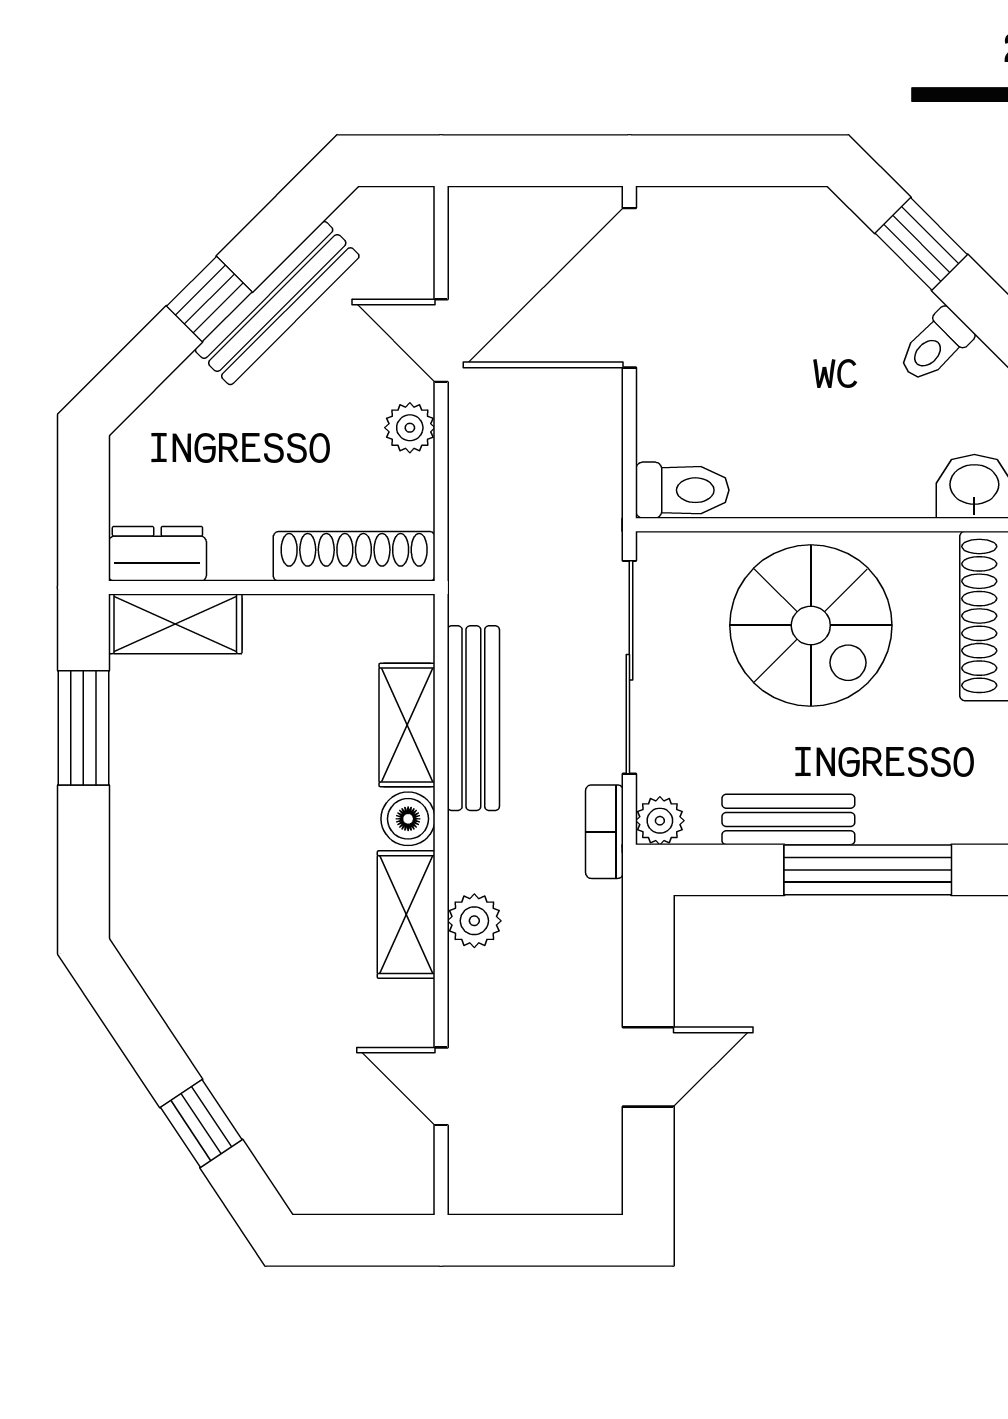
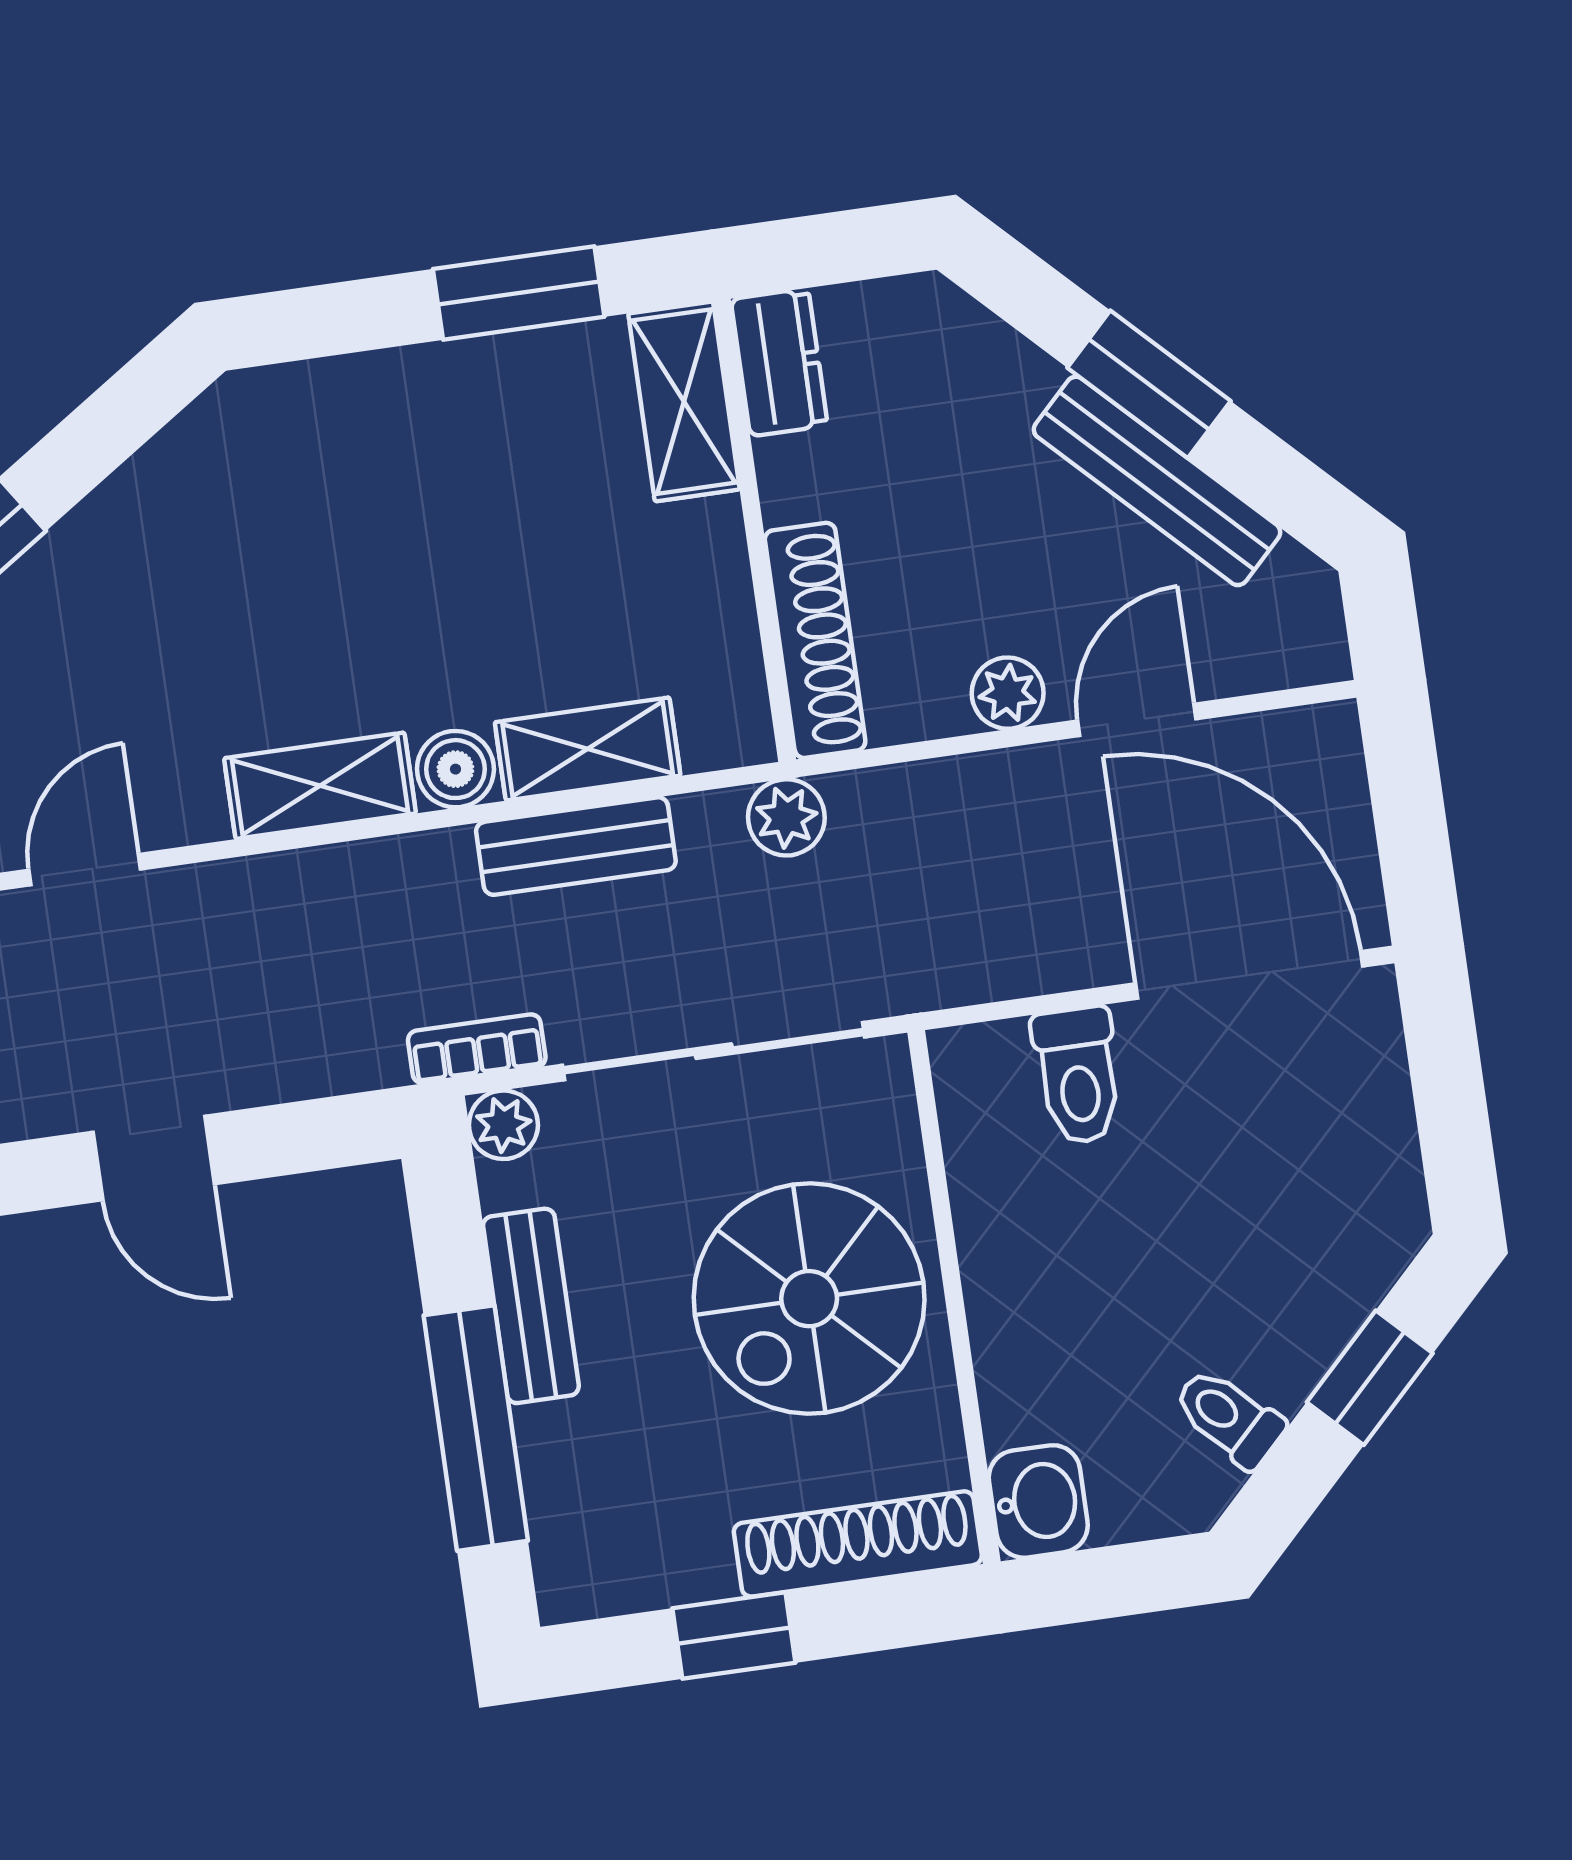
window: (209, 299) -> (1149, 384), width x1.50
toilet: (682, 490) -> (1078, 1075), moved
bench: (473, 718) -> (576, 846), width x0.73
plant: (474, 921) -> (786, 817), moved

